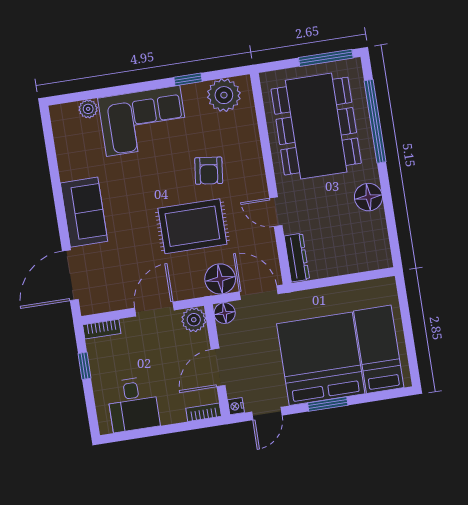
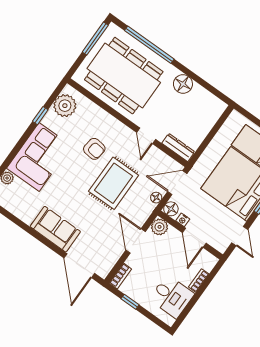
door: (276, 212) -> (146, 136), hinge flipped
floor lamp: (220, 279) -> (156, 198), width x0.53, depth x0.53
nightstand: (236, 406) -> (183, 220), moved
bookcase: (204, 412) -> (199, 281), moved

